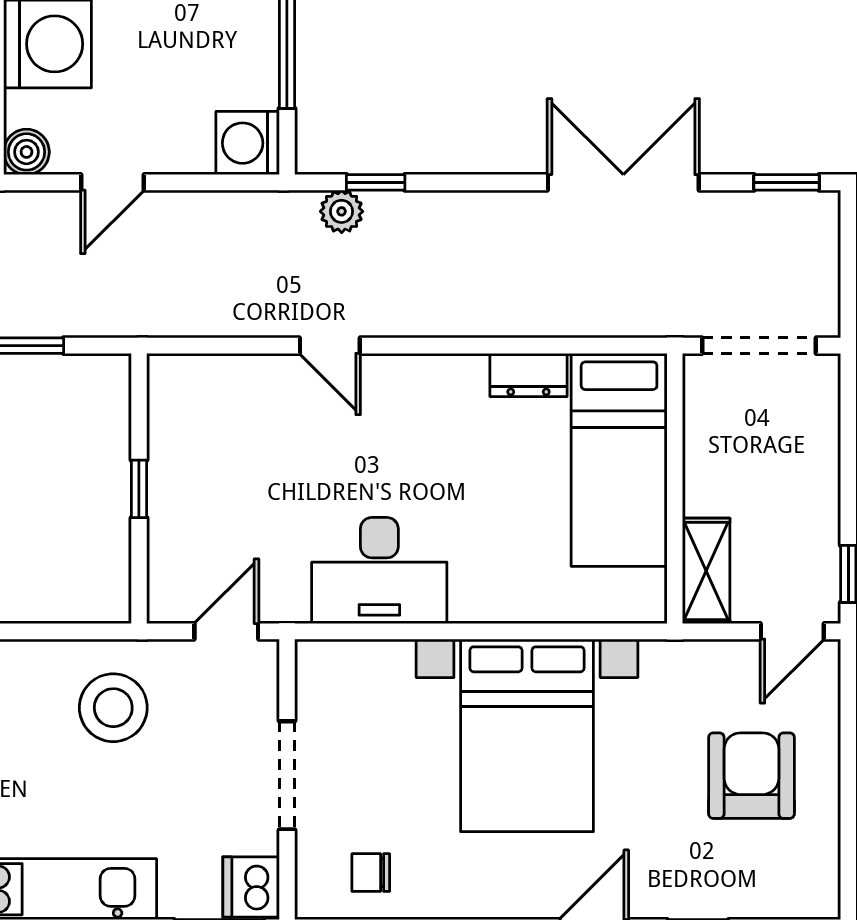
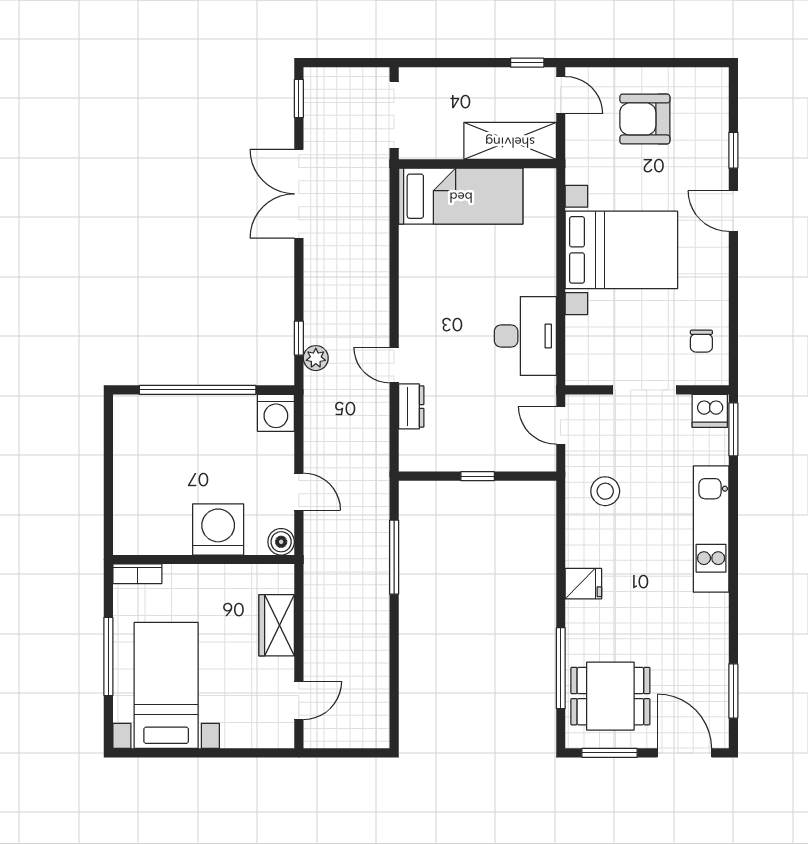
door: (330, 346) -> (394, 365), swing flipped
dresser: (528, 375) -> (411, 406), moved
shelving: (706, 571) -> (510, 141), width x1.50, depth x1.33
stool: (113, 708) -> (605, 491), width x0.73, depth x0.73

